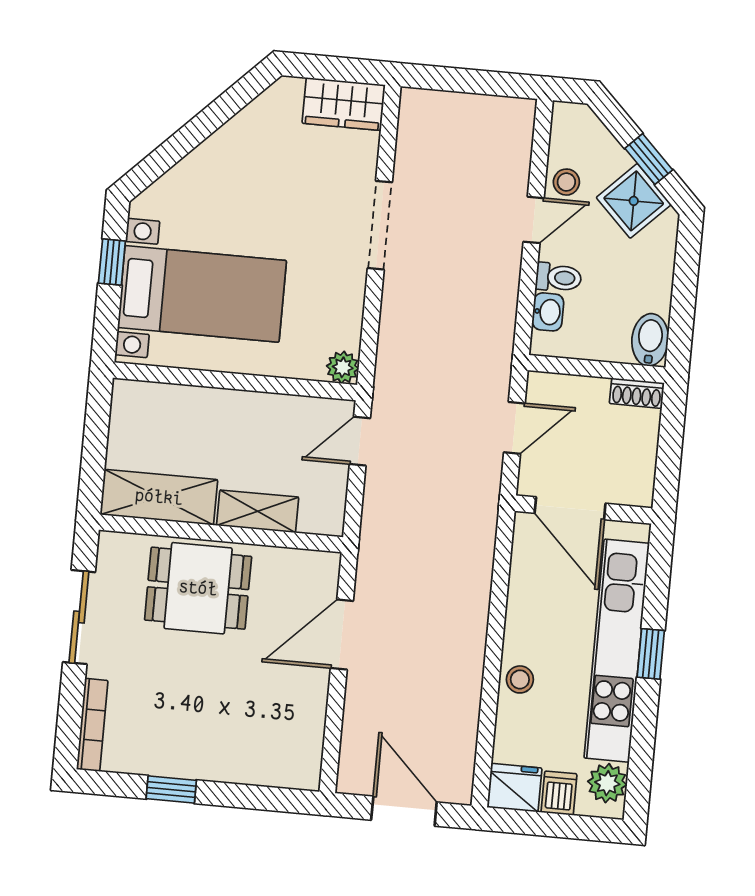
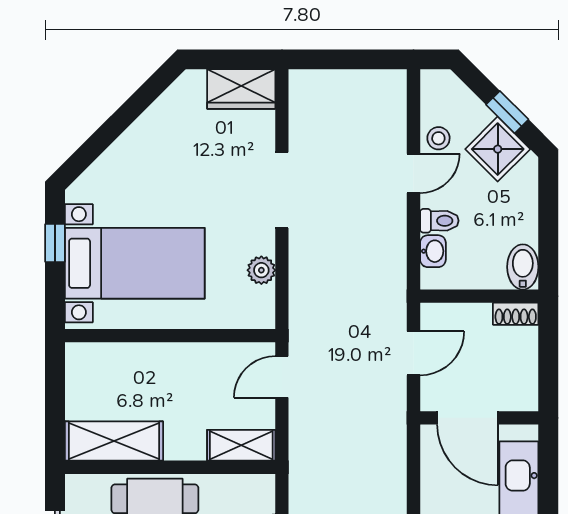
plant: (343, 367) -> (261, 270), moved
shelving: (258, 511) -> (241, 445), moved

